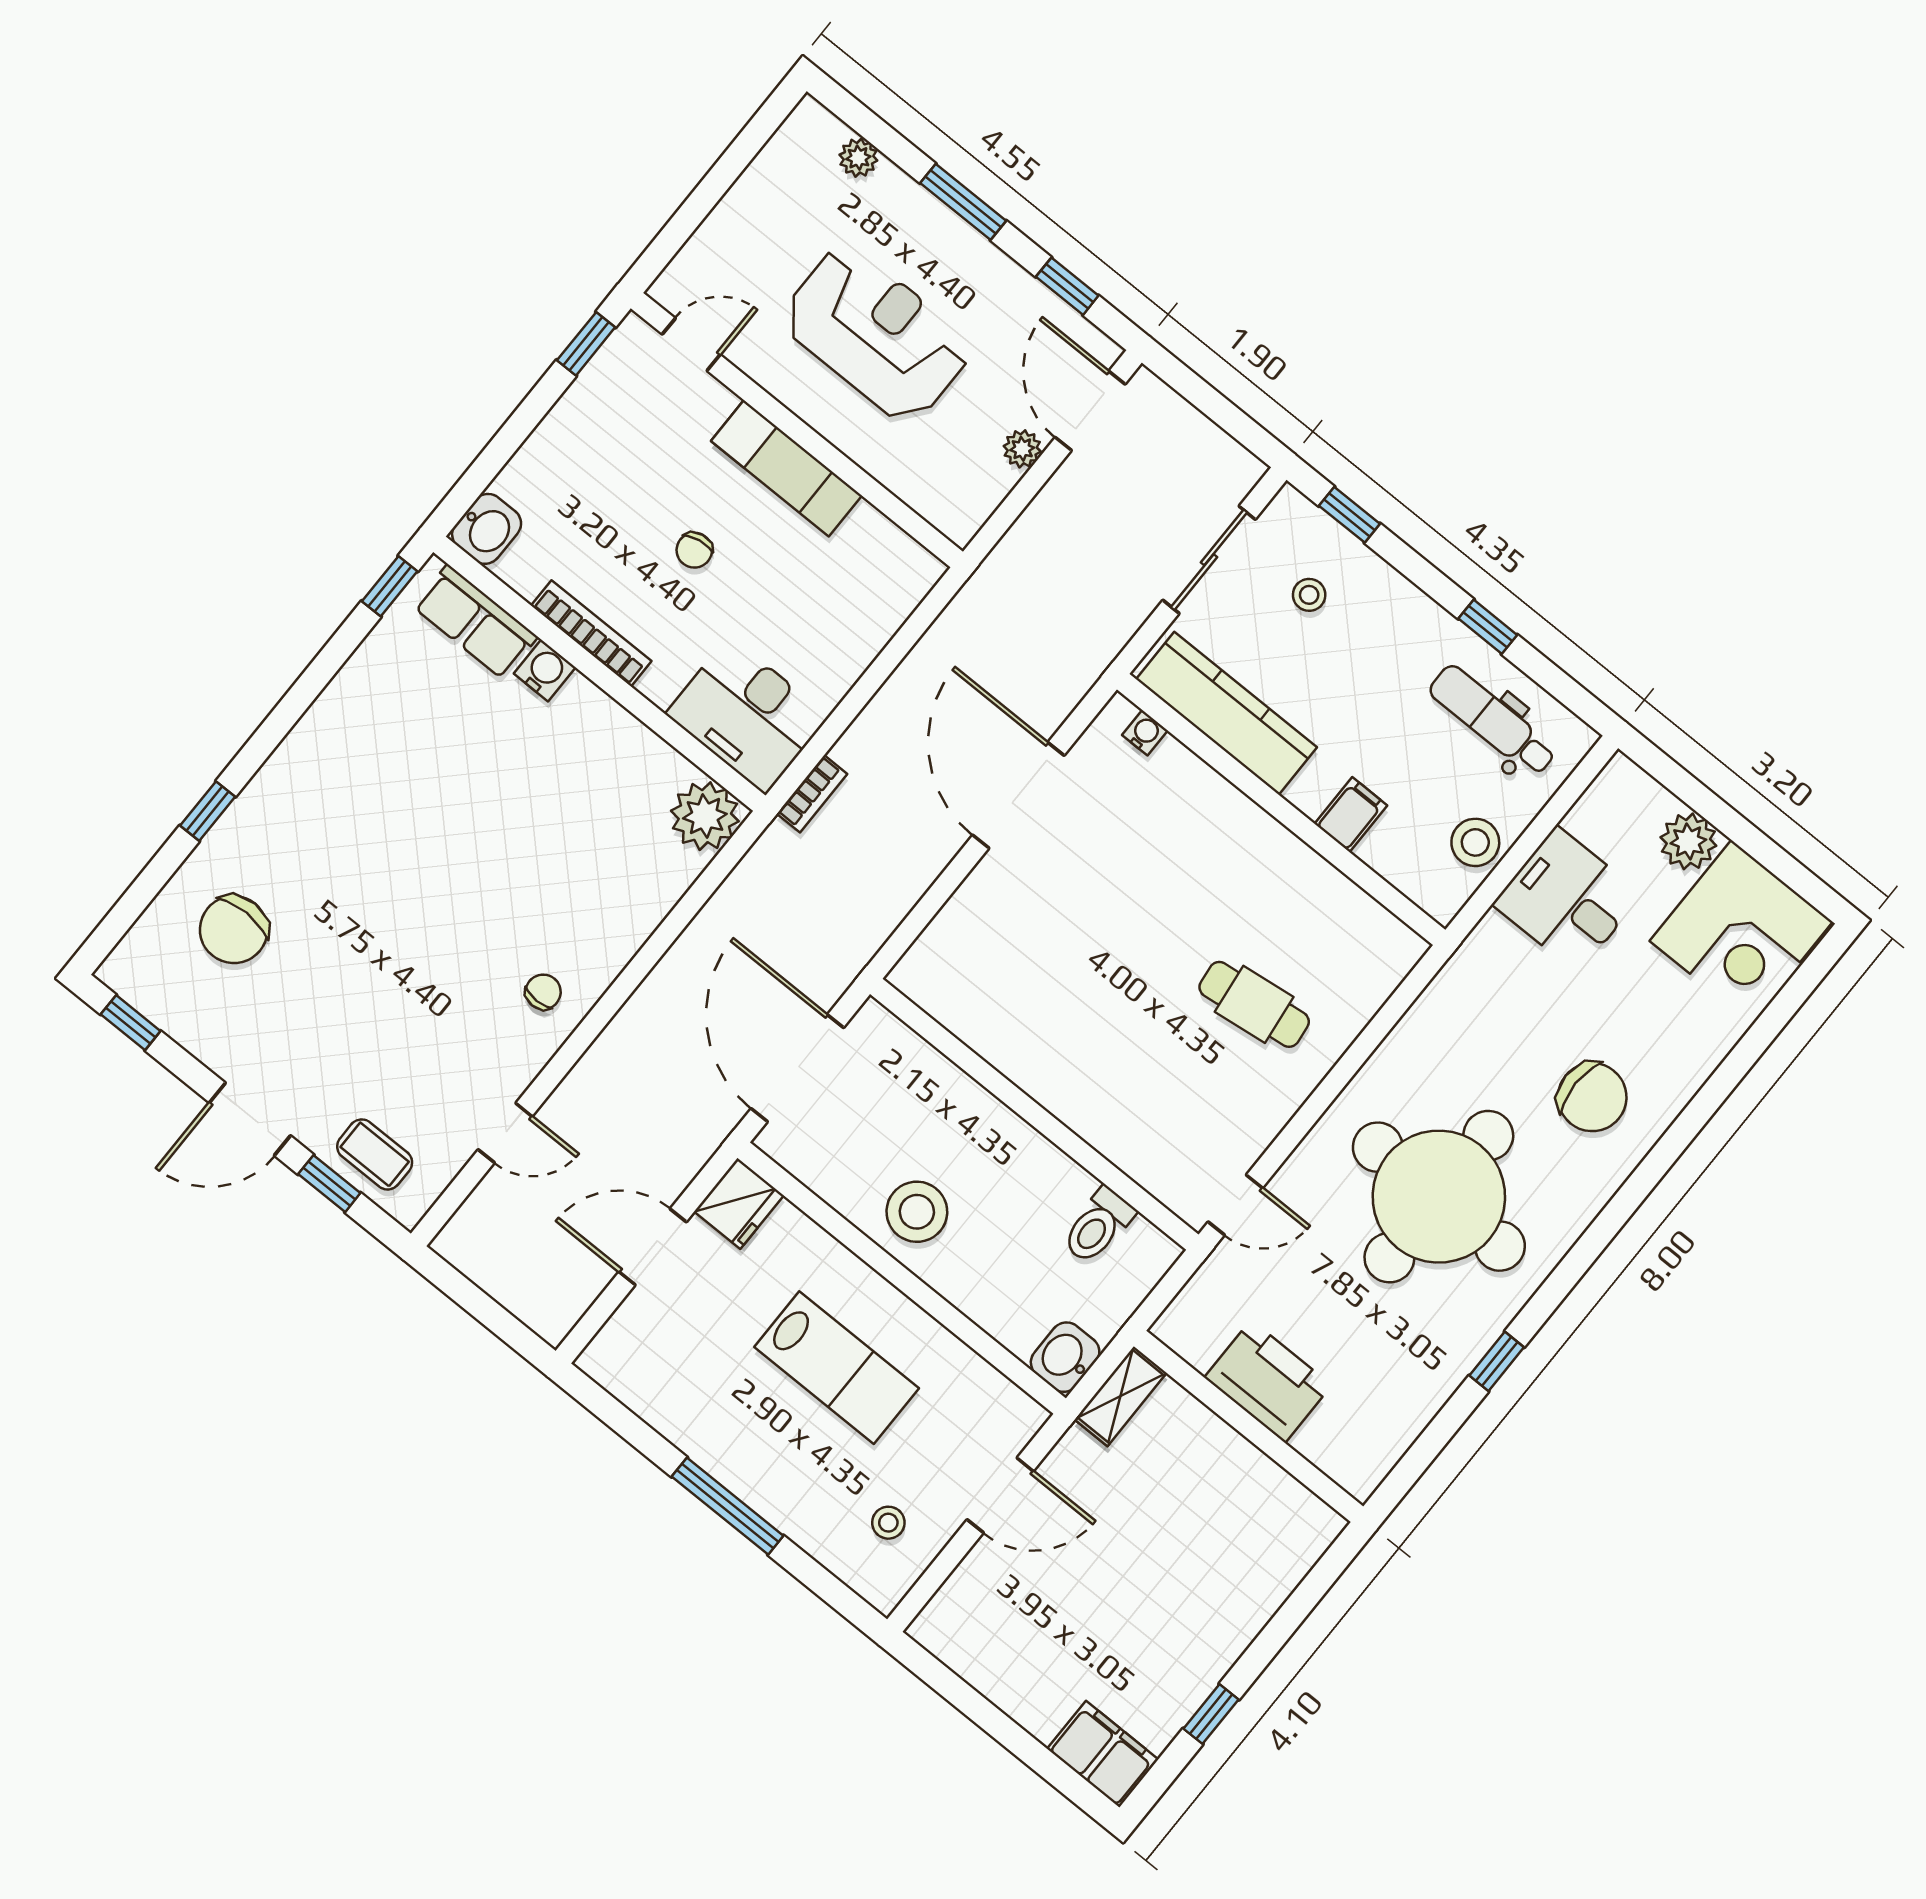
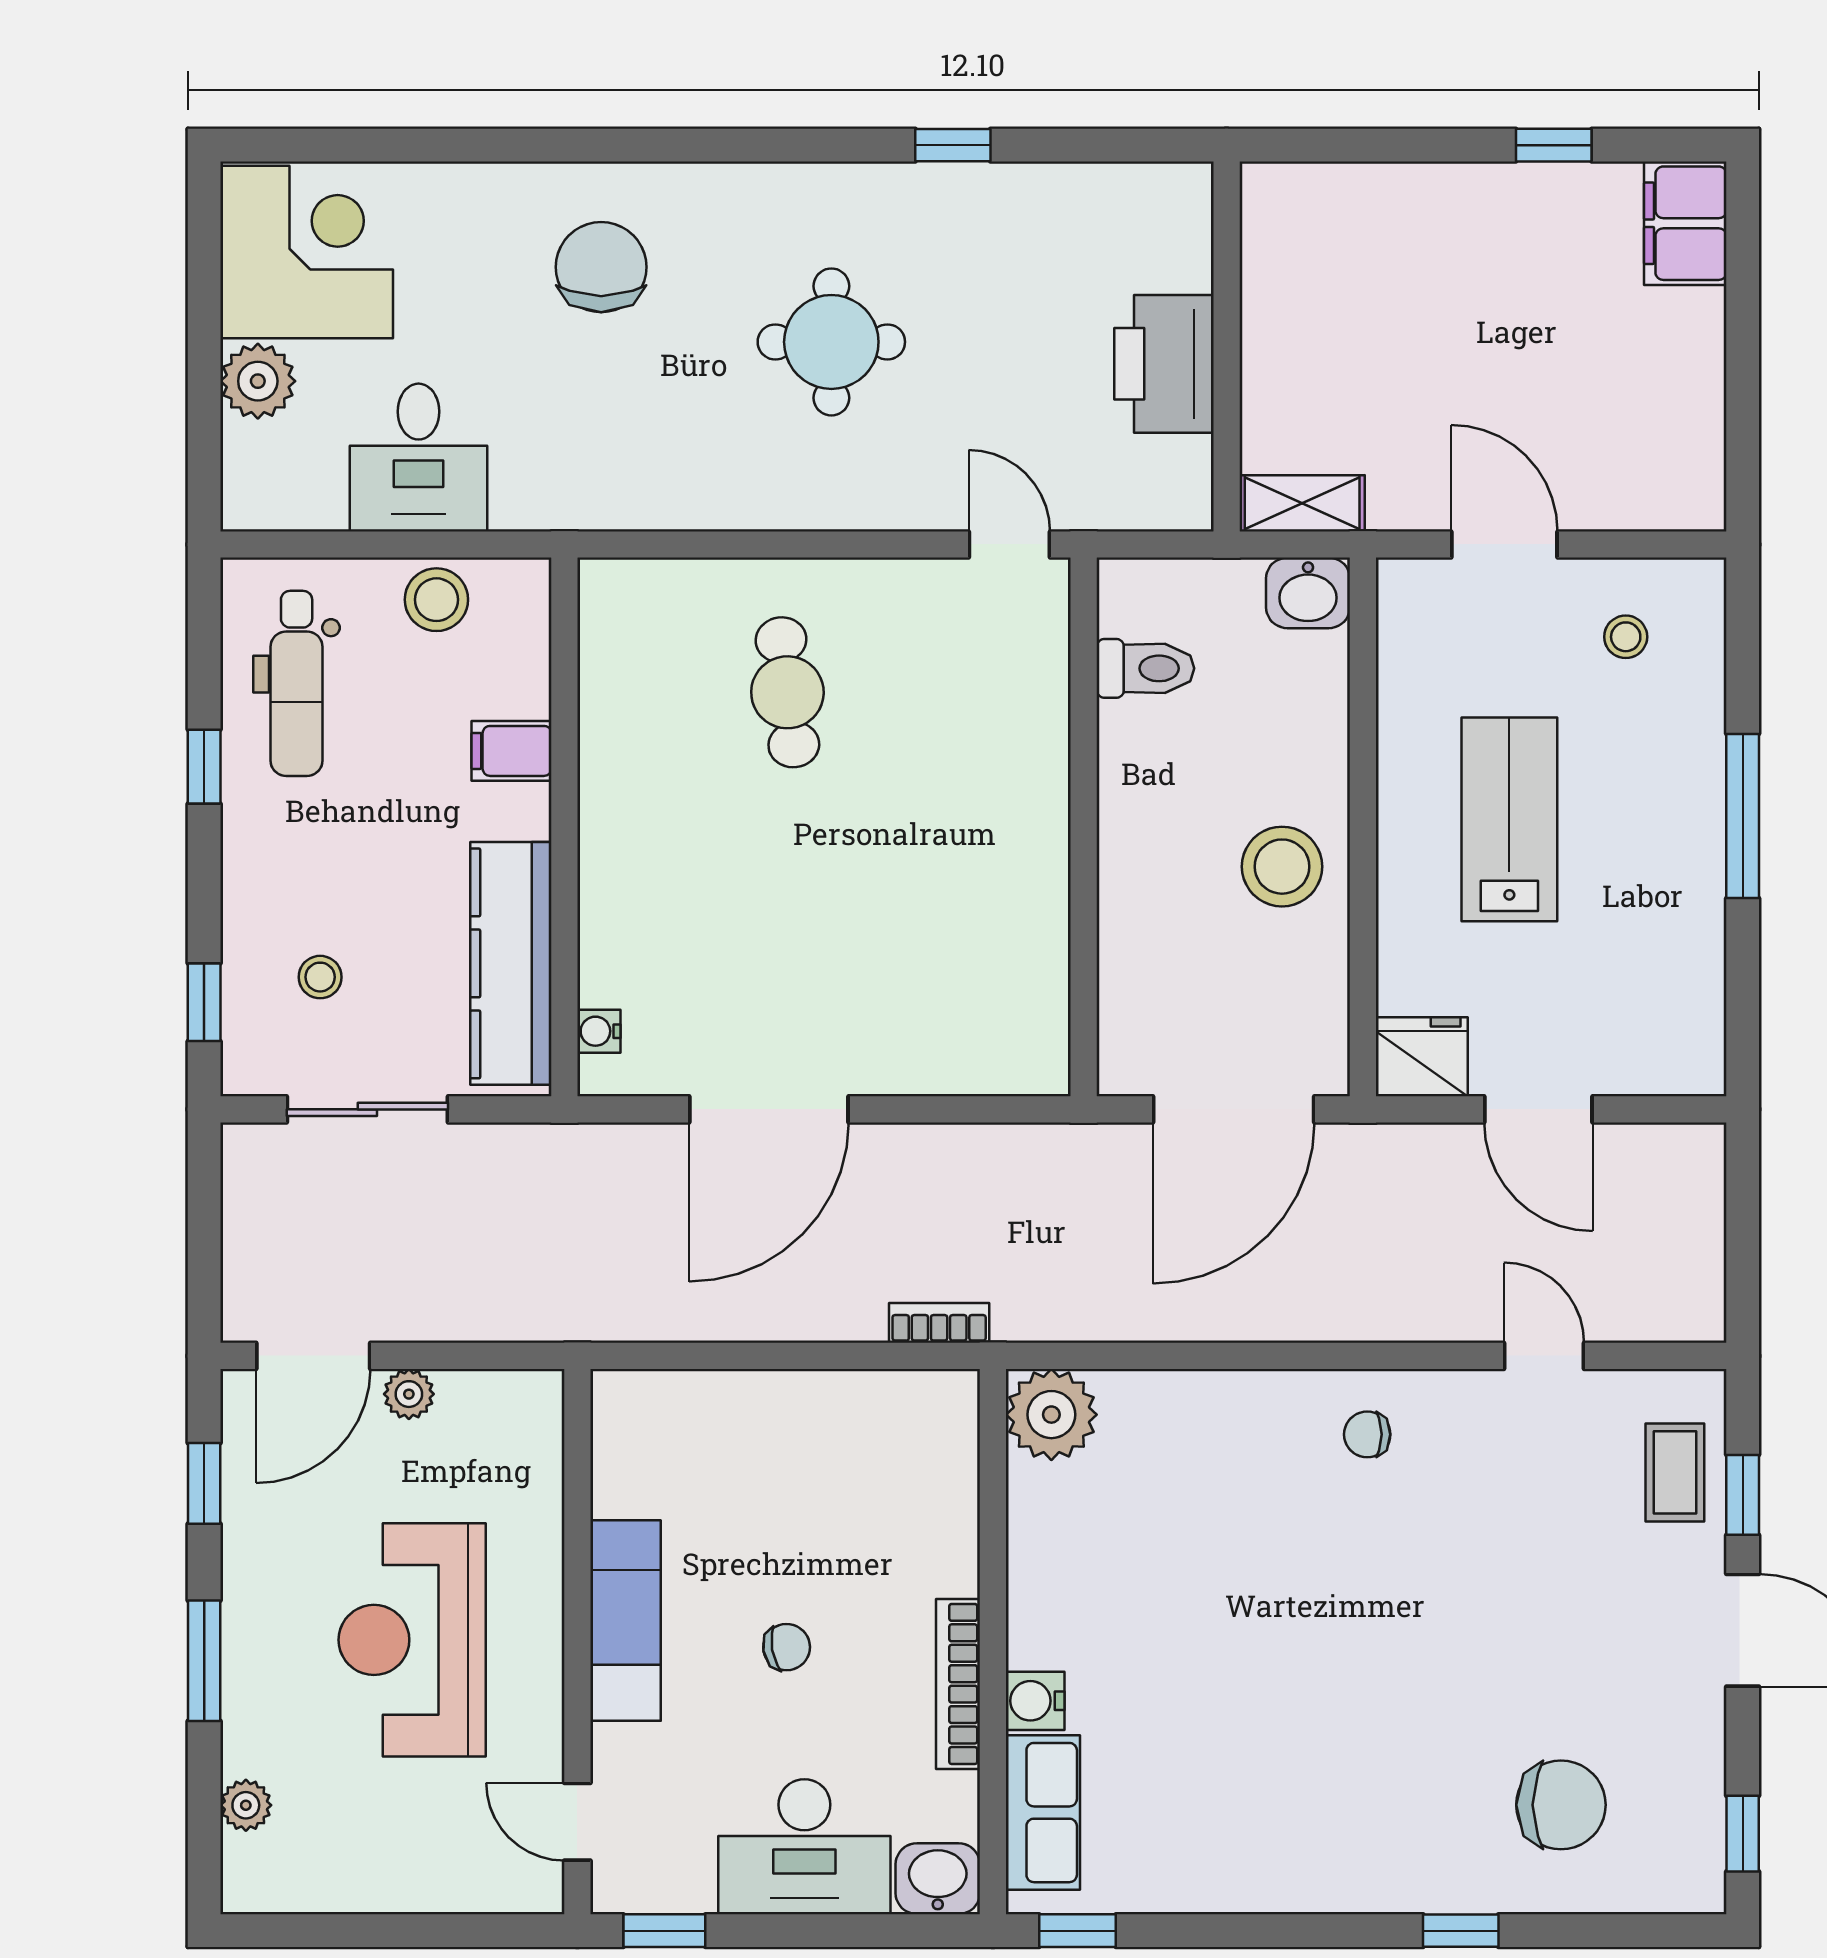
desk: (747, 715) -> (804, 1847), moved, turned 90
round table: (1439, 1197) -> (831, 342), width x0.54, depth x0.54

